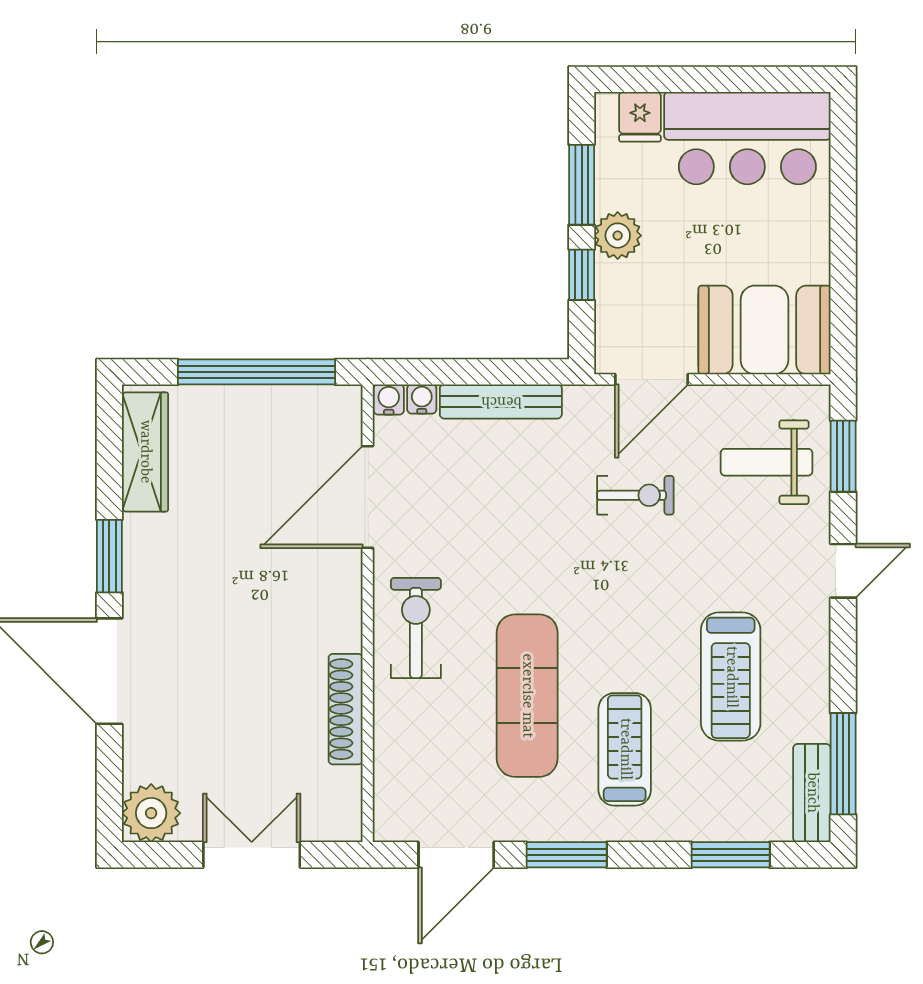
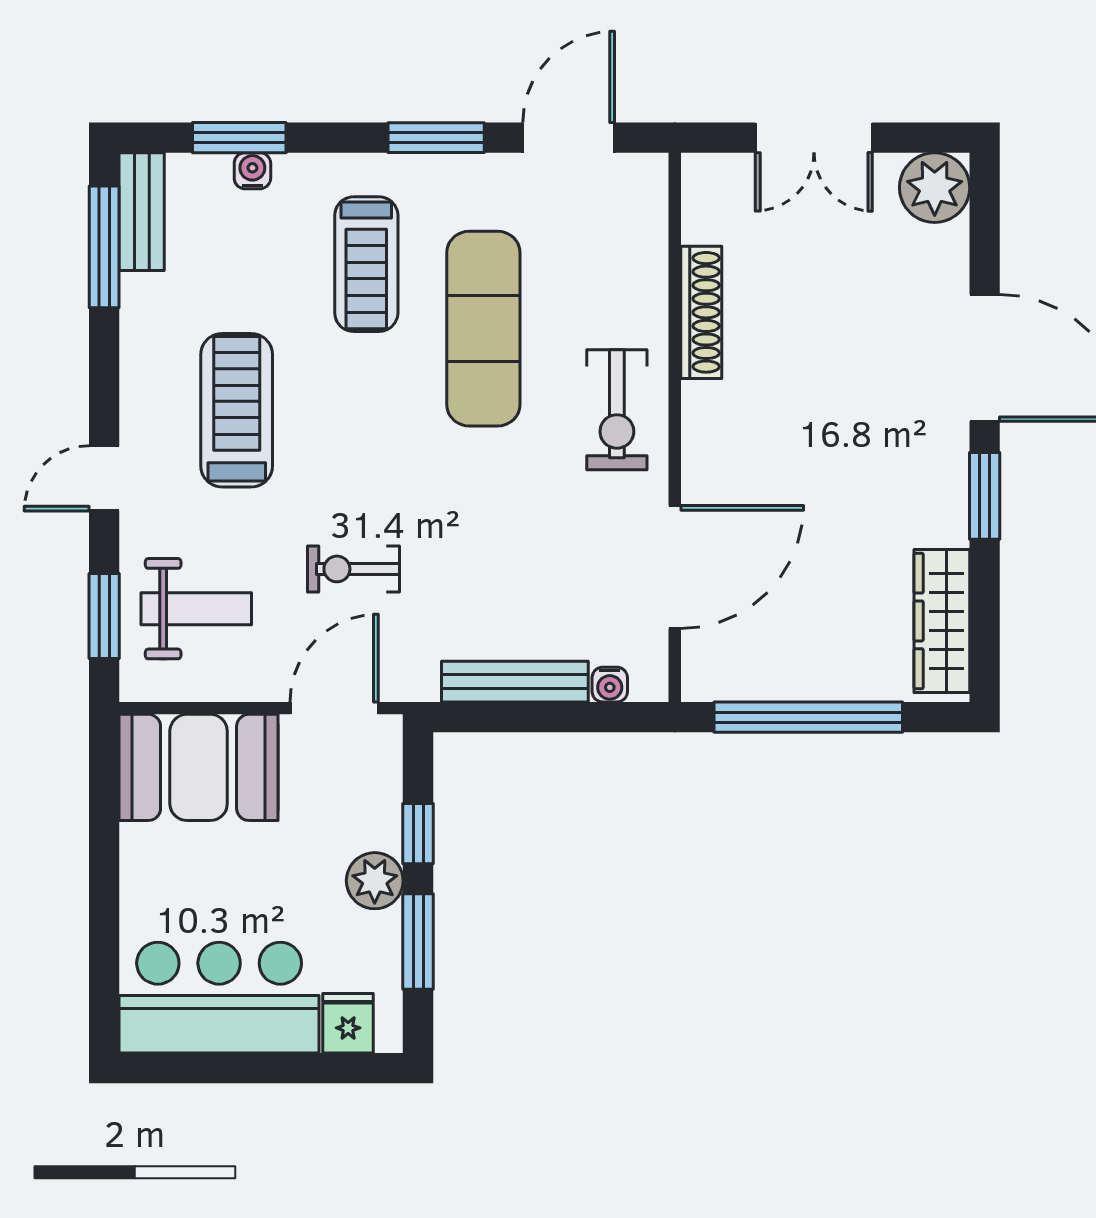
water cooler: (389, 399) -> (252, 171), moved, turned 180
treadmill: (731, 677) -> (237, 410), moved

